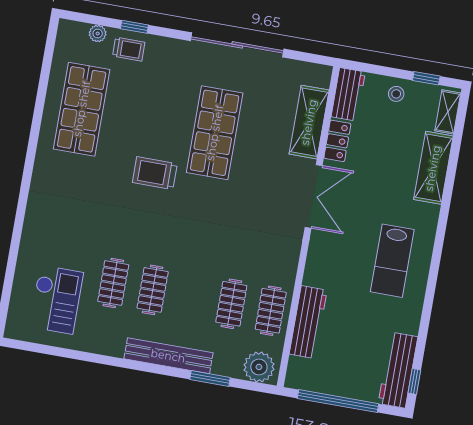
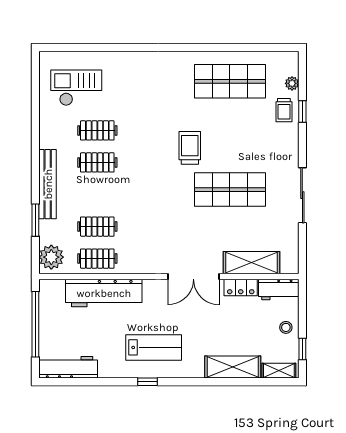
sliding door: (237, 45) -> (302, 195), width x0.73
lab bench: (392, 261) -> (154, 347), turned 180
checkout: (56, 300) -> (76, 88), turned 180
workbench: (308, 322) -> (104, 293), width x1.36, depth x1.32
window: (414, 381) -> (147, 382), moved

